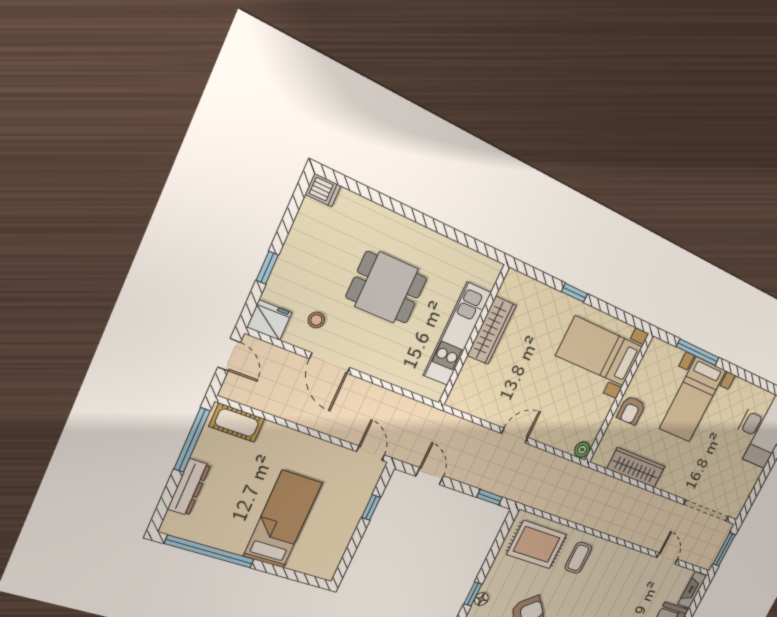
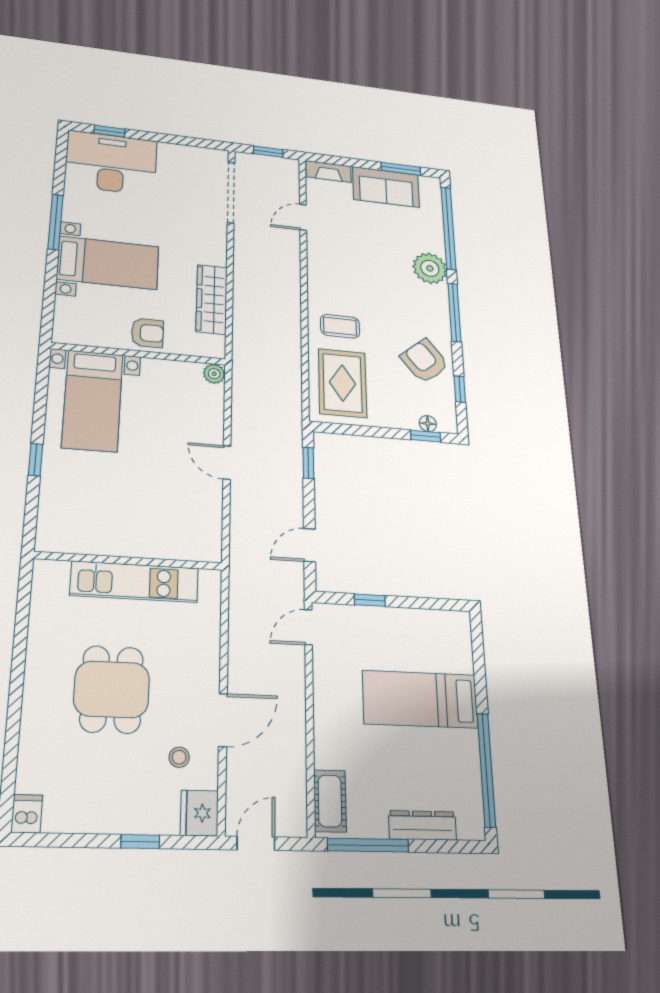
wardrobe: (492, 330) -> (116, 542), removed
window: (698, 352) -> (55, 222), moved
window: (724, 549) -> (268, 152), width x0.67

